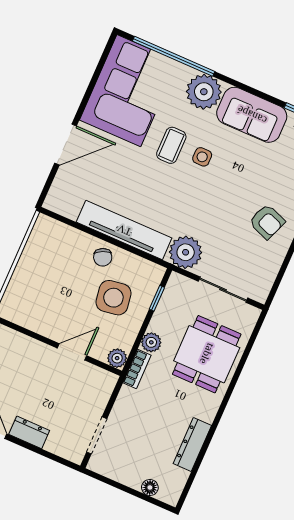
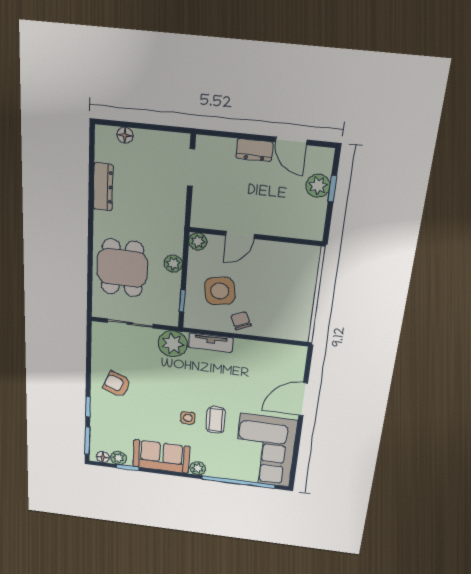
plant: (204, 92) -> (198, 468), width x0.53, depth x0.53
tv unit: (124, 230) -> (211, 343), width x0.52, depth x0.78
bookcase: (137, 369) -> (177, 237), removed

